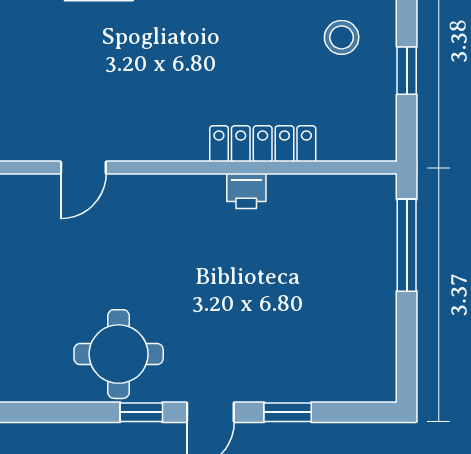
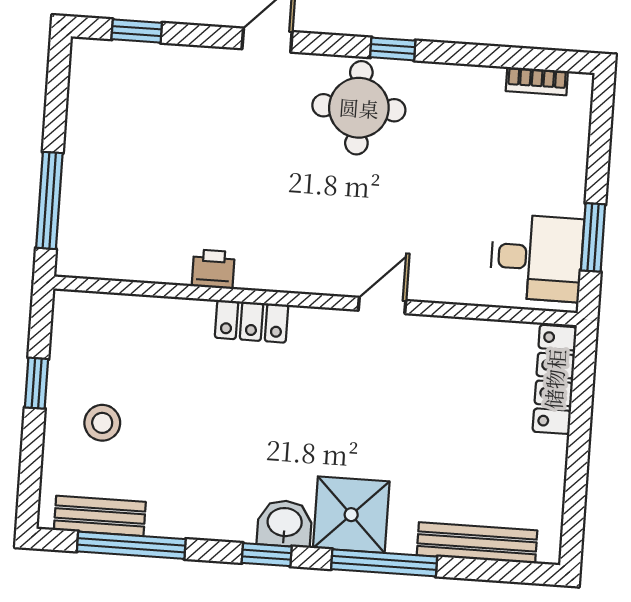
locker: (263, 144) -> (252, 321), moved, width x0.66
window: (141, 412) -> (393, 49), moved
window: (288, 412) -> (137, 31), moved

